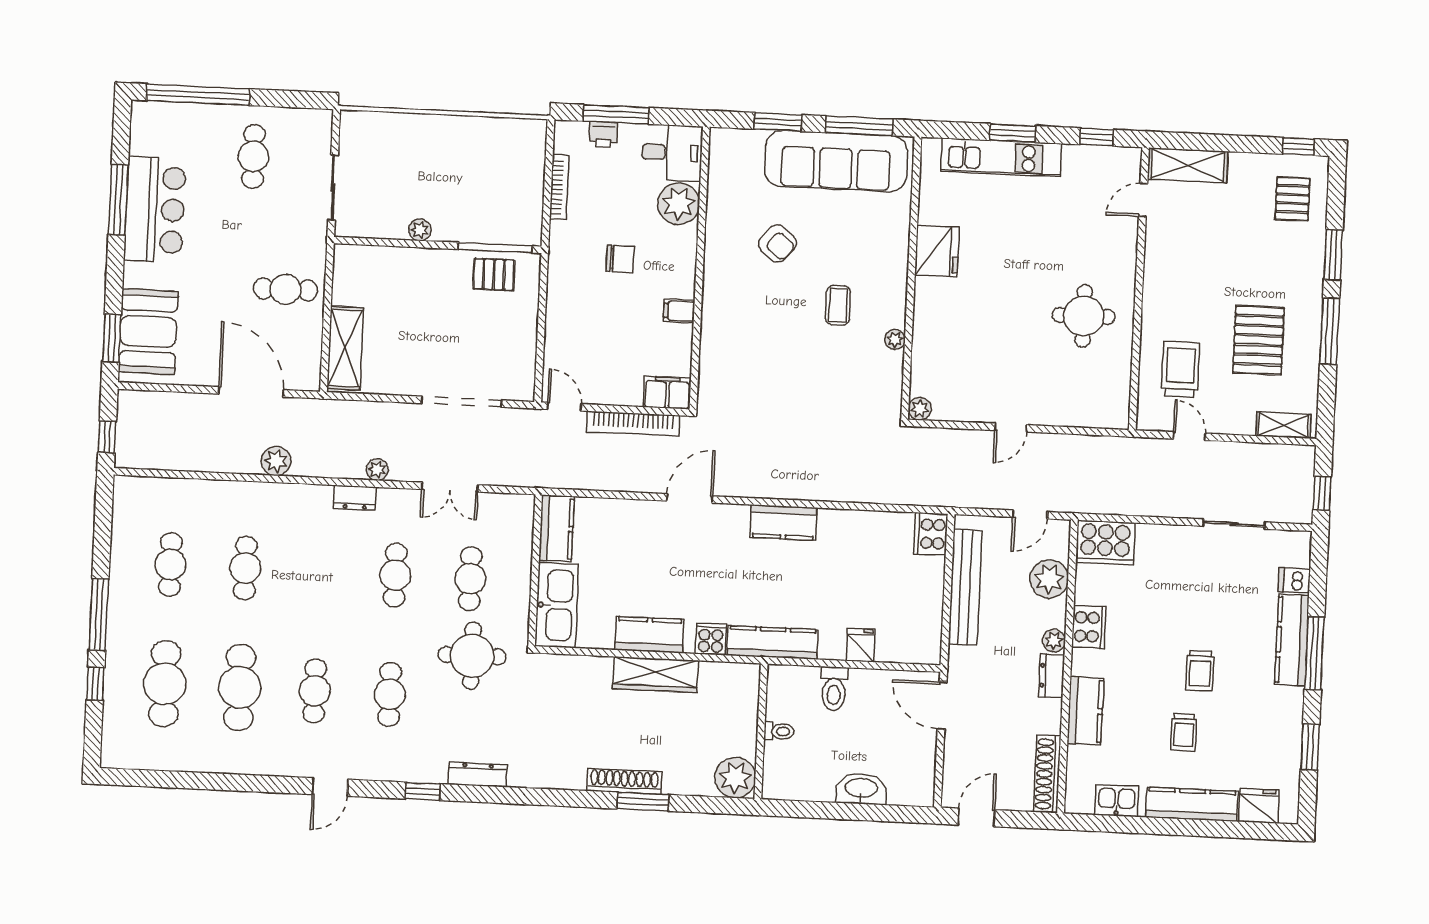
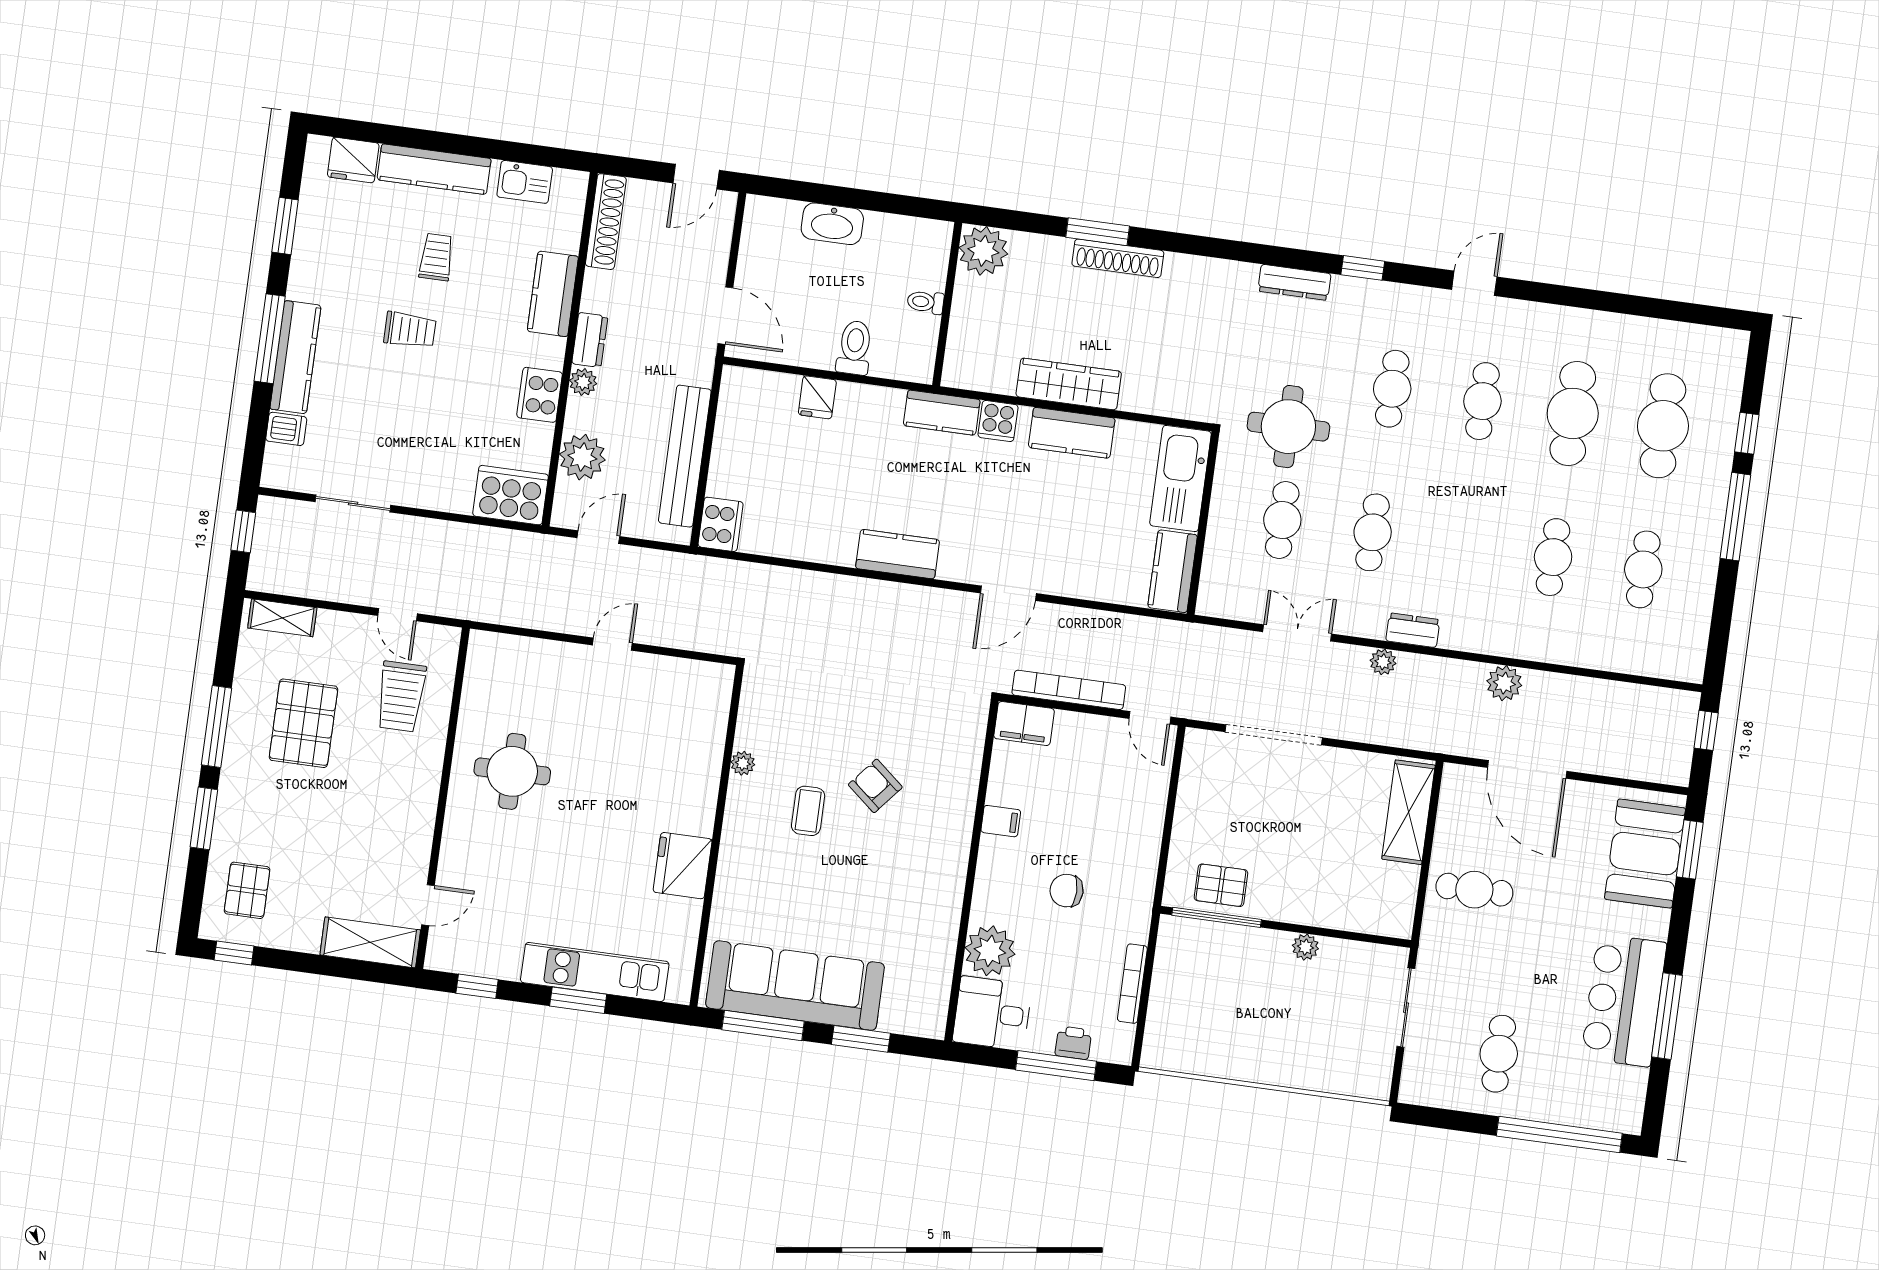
armchair: (777, 243) -> (875, 786), moved
plant: (920, 409) -> (720, 677), removed
kitchen counter: (773, 642) -> (942, 413), width x0.67
trolley: (1200, 671) -> (410, 330), turned 90

